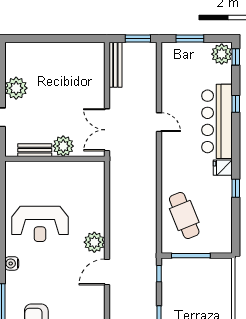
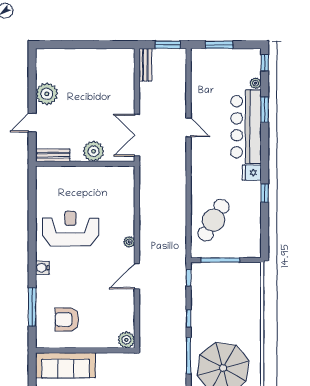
plant: (222, 54) -> (256, 83), moved, width x0.53, depth x0.53
bench: (115, 65) -> (145, 65), width x0.73
window: (236, 104) -> (265, 109), width x1.50
bench: (35, 150) -> (53, 155), moved
cafe table: (184, 216) -> (213, 220), turned 52
reception desk: (40, 224) -> (70, 228), turned 180
plant: (94, 242) -> (129, 242), width x0.53, depth x0.53

